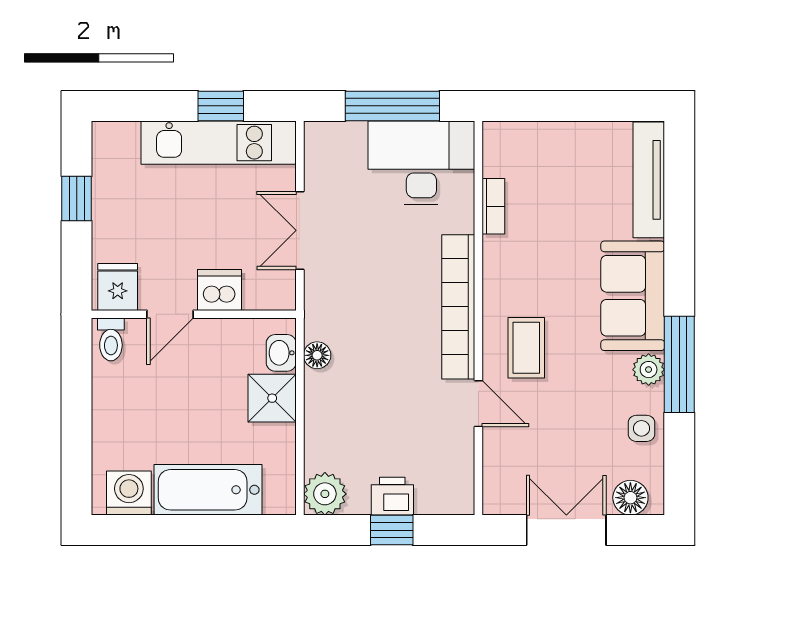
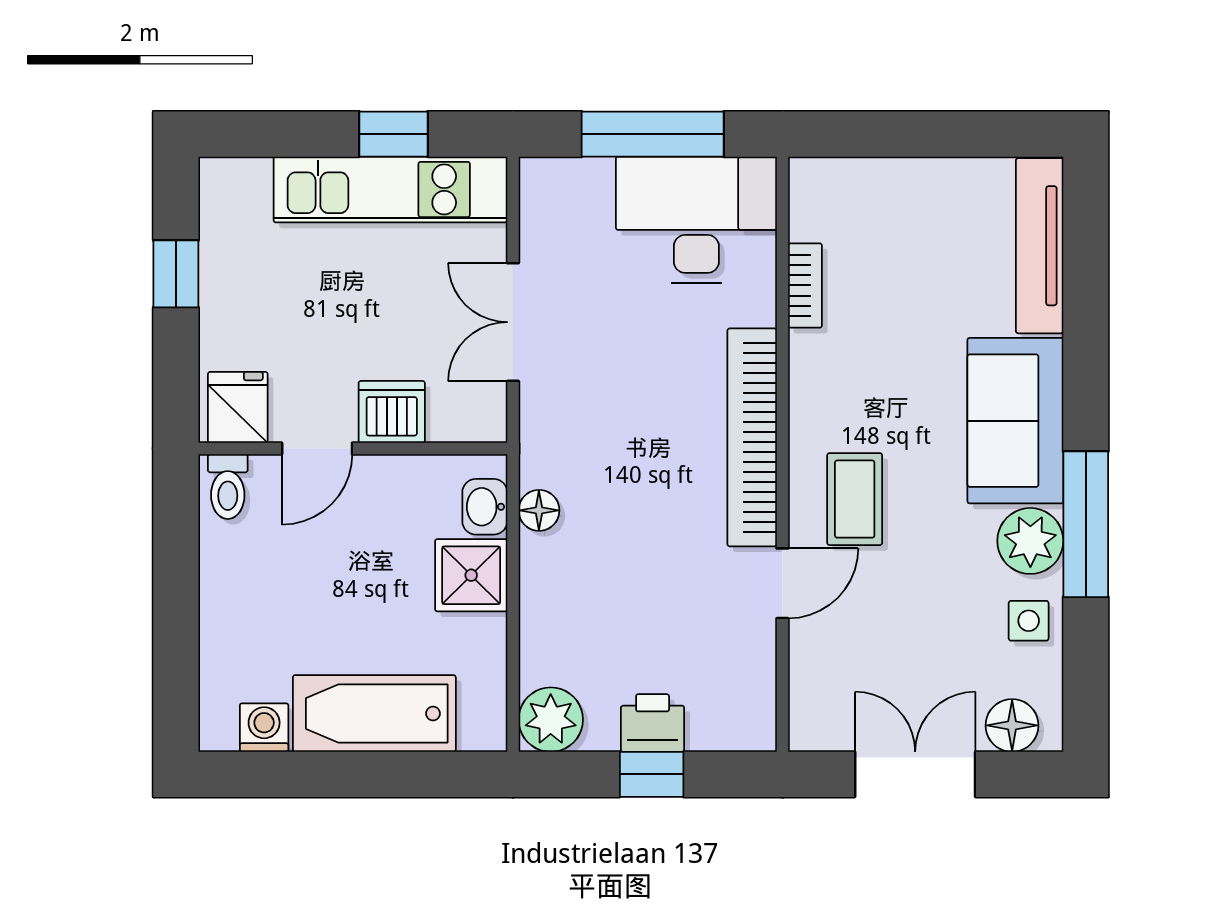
plant: (649, 370) -> (1030, 541), width x1.38, depth x1.38
door: (478, 404) -> (782, 583), hinge flipped
washing machine: (129, 493) -> (264, 728), width x0.73, depth x0.73

